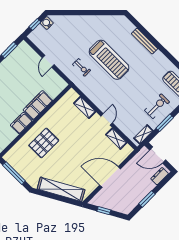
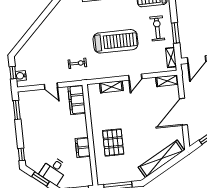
water cooler: (47, 23) -> (21, 76), moved
treadmill: (109, 60) -> (116, 41), moved
filing cabinet: (38, 105) -> (77, 100), moved
door: (107, 119) -> (135, 77), swing flipped
shelving: (116, 139) -> (167, 81), moved

